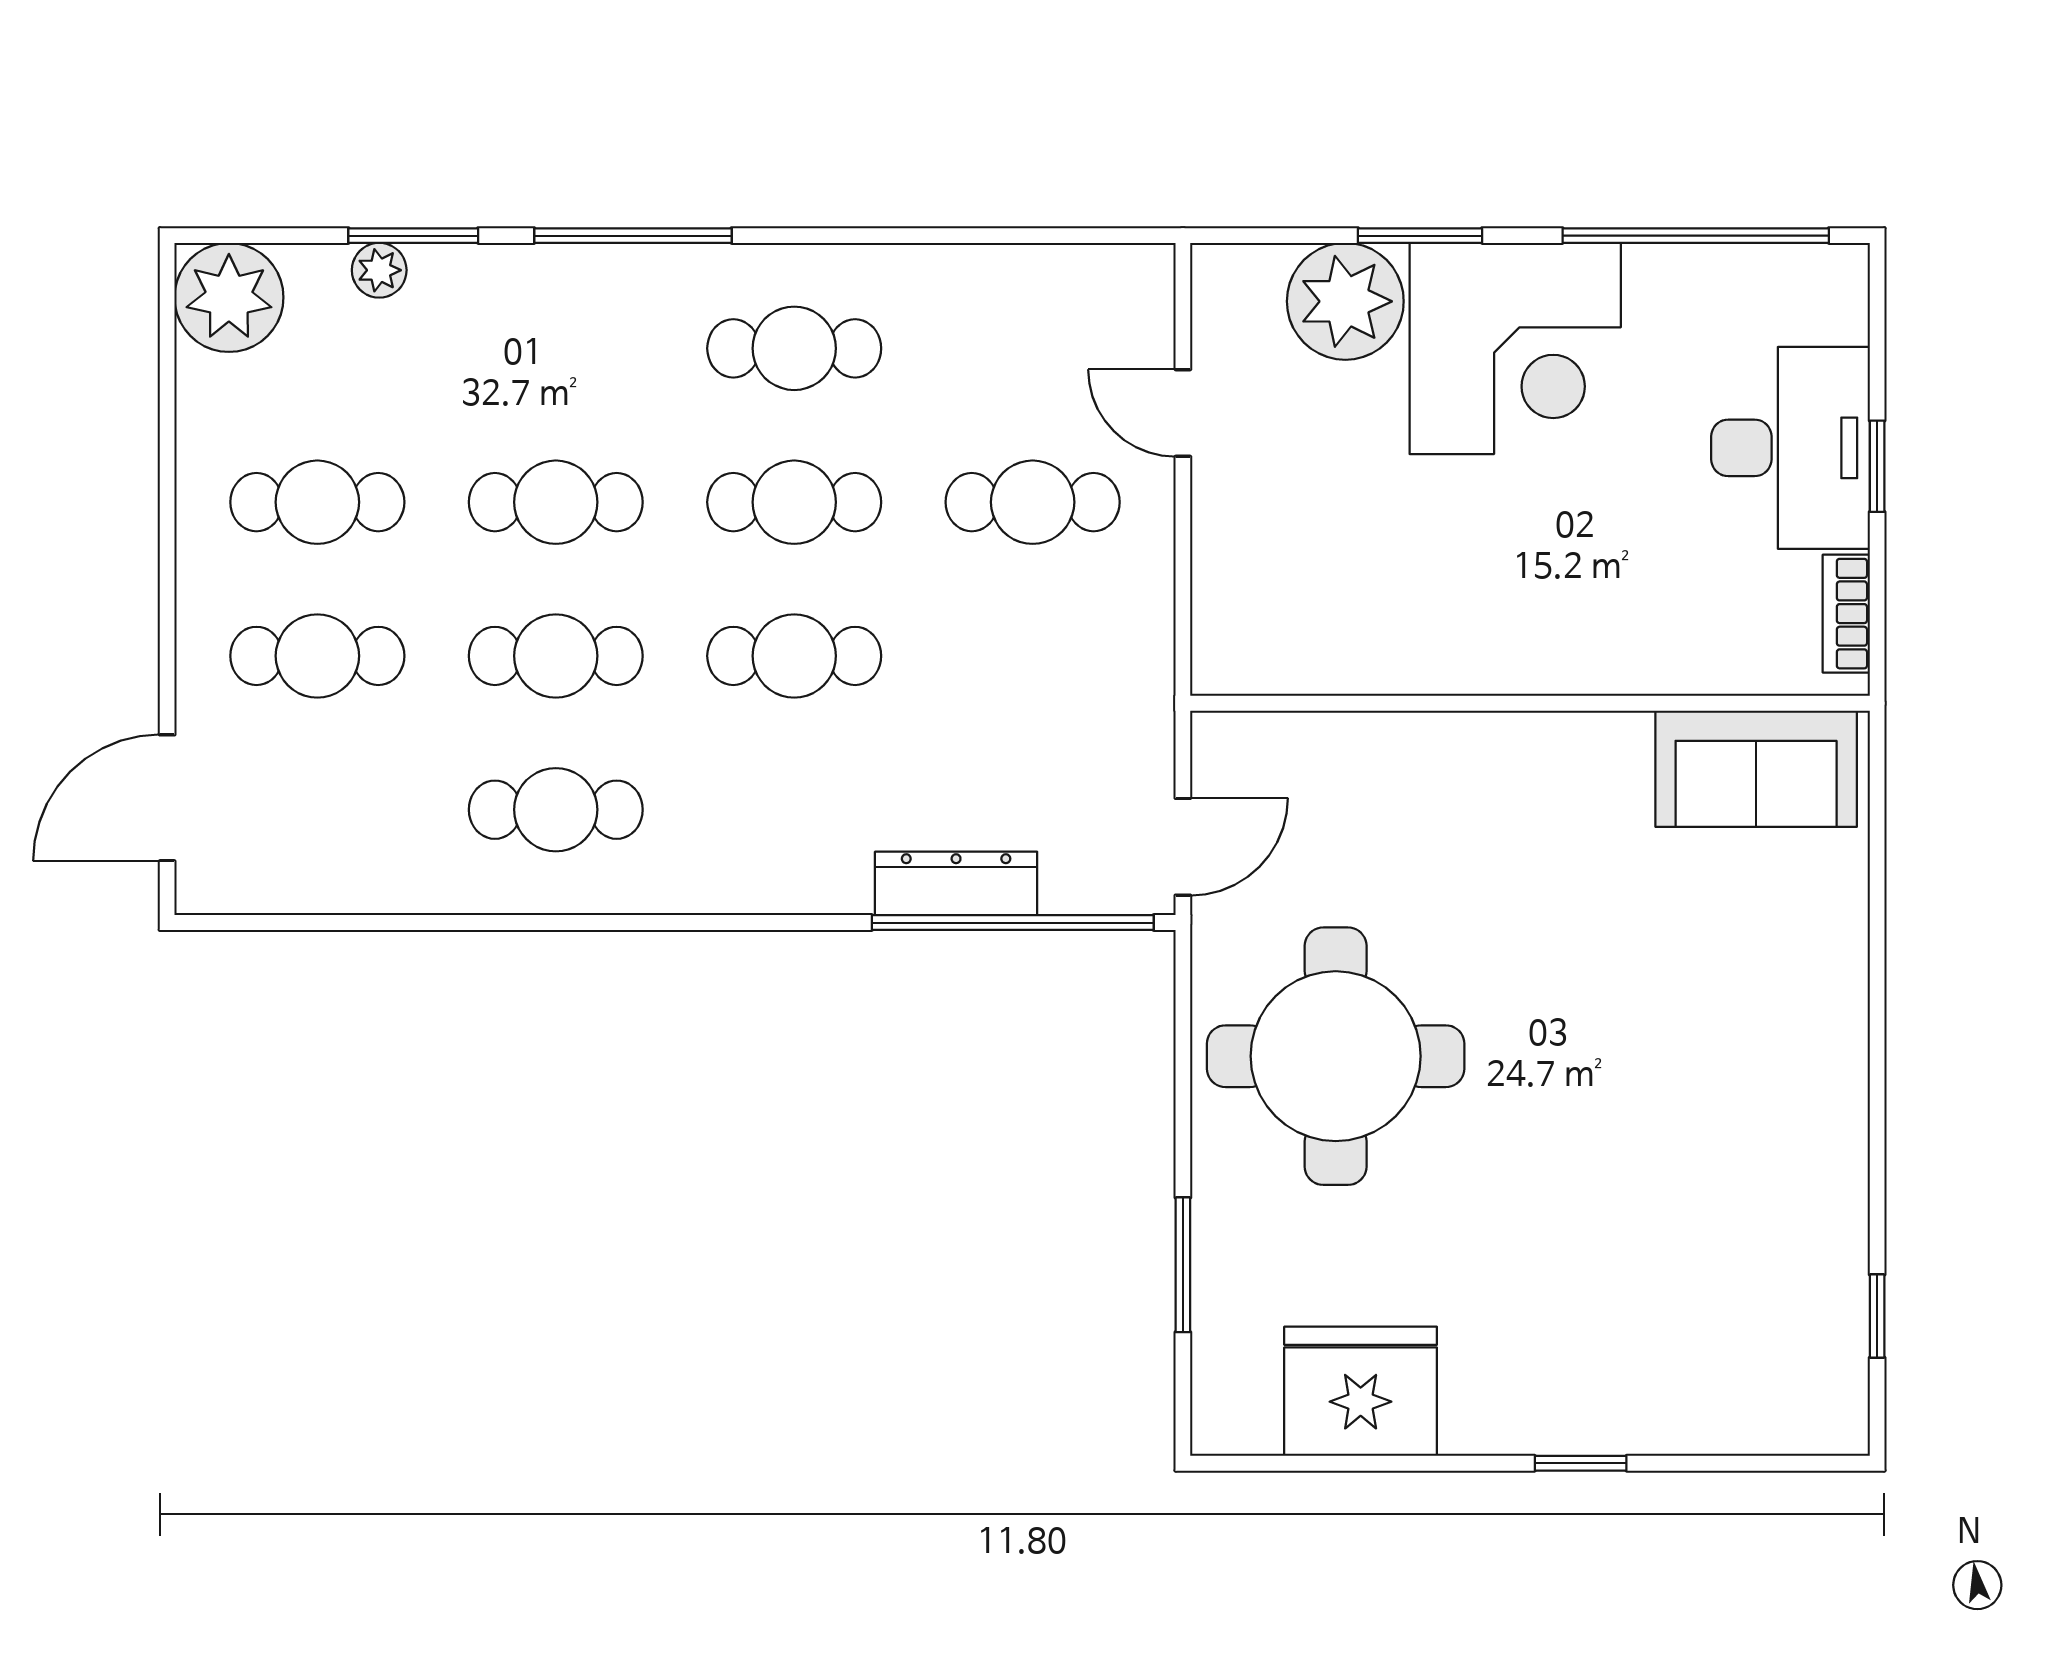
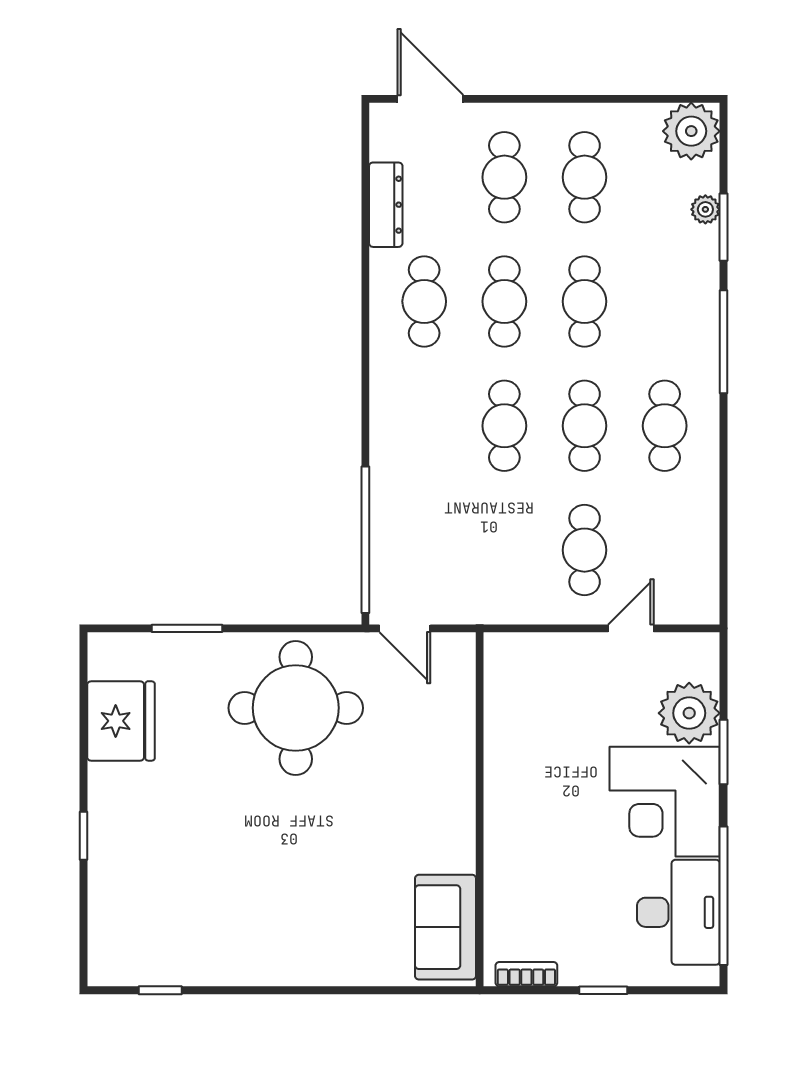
desk: (1791, 448) -> (678, 912), moved, turned -90
dresser: (956, 883) -> (386, 205), moved

